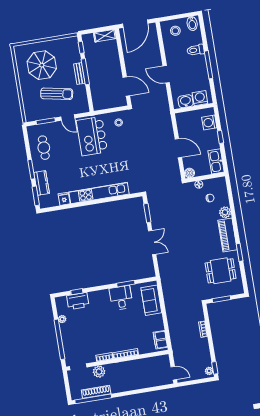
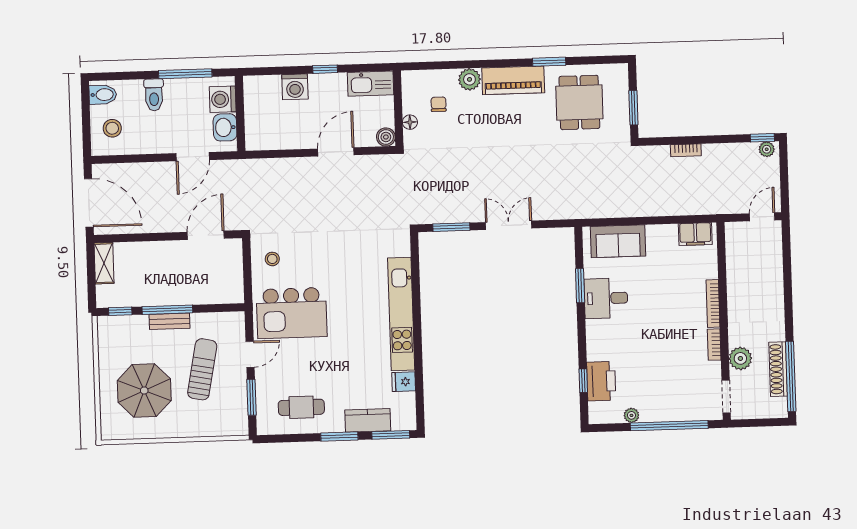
washing machine: (200, 98) -> (223, 99), moved
washbasin: (186, 101) -> (225, 127), moved
wall: (194, 108) -> (240, 114), moved

